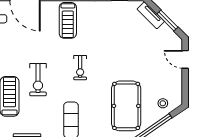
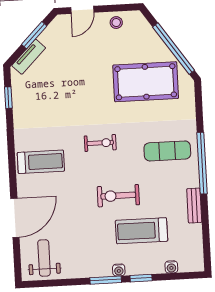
exercise bike: (38, 80) -> (118, 196), turned 180
stool: (163, 103) -> (116, 23), moved

